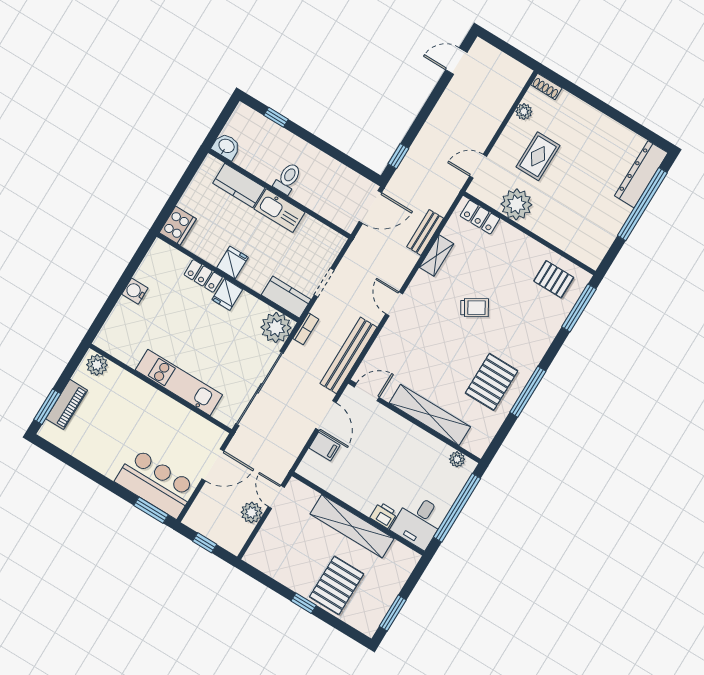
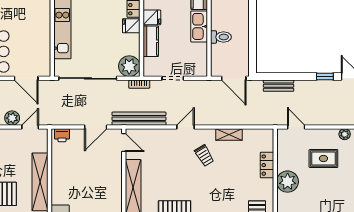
window: (398, 156) -> (325, 77), moved
toilet: (288, 178) -> (221, 37), moved
plant: (516, 204) -> (288, 182), moved
locker: (480, 217) -> (267, 165), moved
bench: (425, 232) -> (279, 86), moved
kitchen counter: (286, 297) -> (151, 41), moved
trolley: (475, 308) -> (204, 155), moved
filing cabinet: (325, 447) -> (77, 137), removed
printer: (384, 515) -> (62, 135), moved, turned 90

